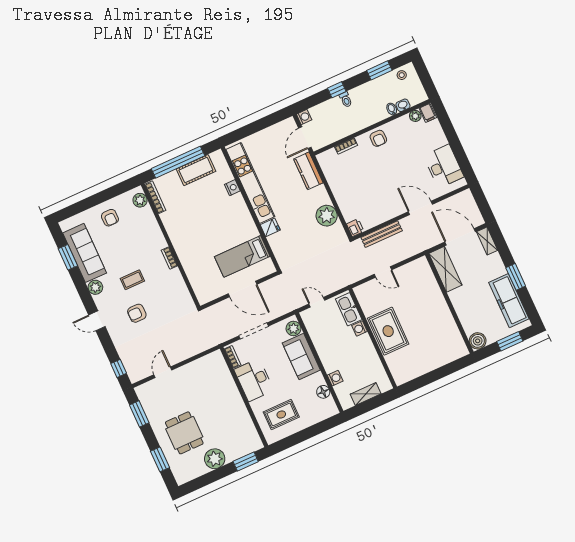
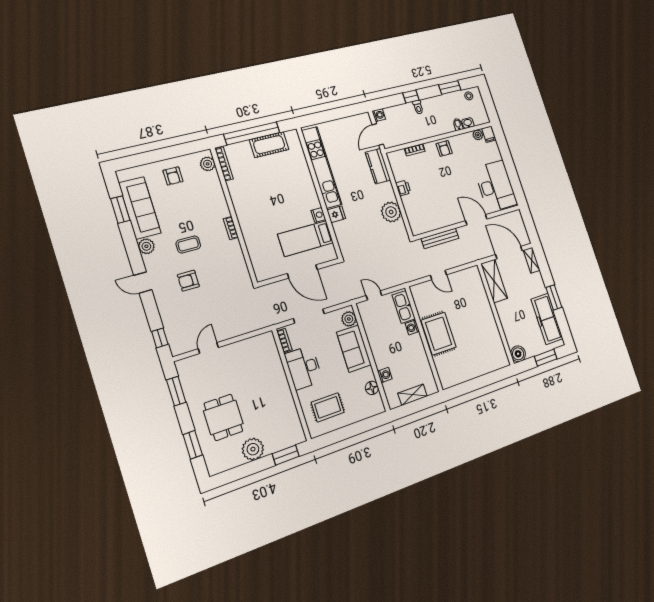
desk: (444, 166) -> (496, 186), width x1.36, depth x1.30
nightstand: (232, 188) -> (318, 215), moved
printer: (355, 228) -> (403, 188), moved

